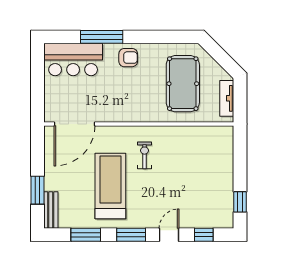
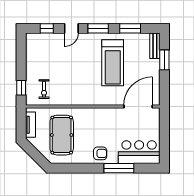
armchair: (128, 58) -> (100, 153), turned 180
exercise bike: (144, 155) -> (44, 89), moved
window: (240, 202) -> (21, 88), moved

